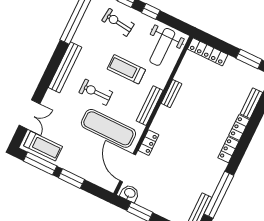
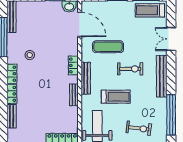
double door: (29, 115) -> (171, 39), moved
exercise mat: (108, 128) -> (108, 47), width x0.73, depth x0.69
locker: (149, 143) -> (73, 65), moved
stool: (199, 161) -> (30, 55), added

